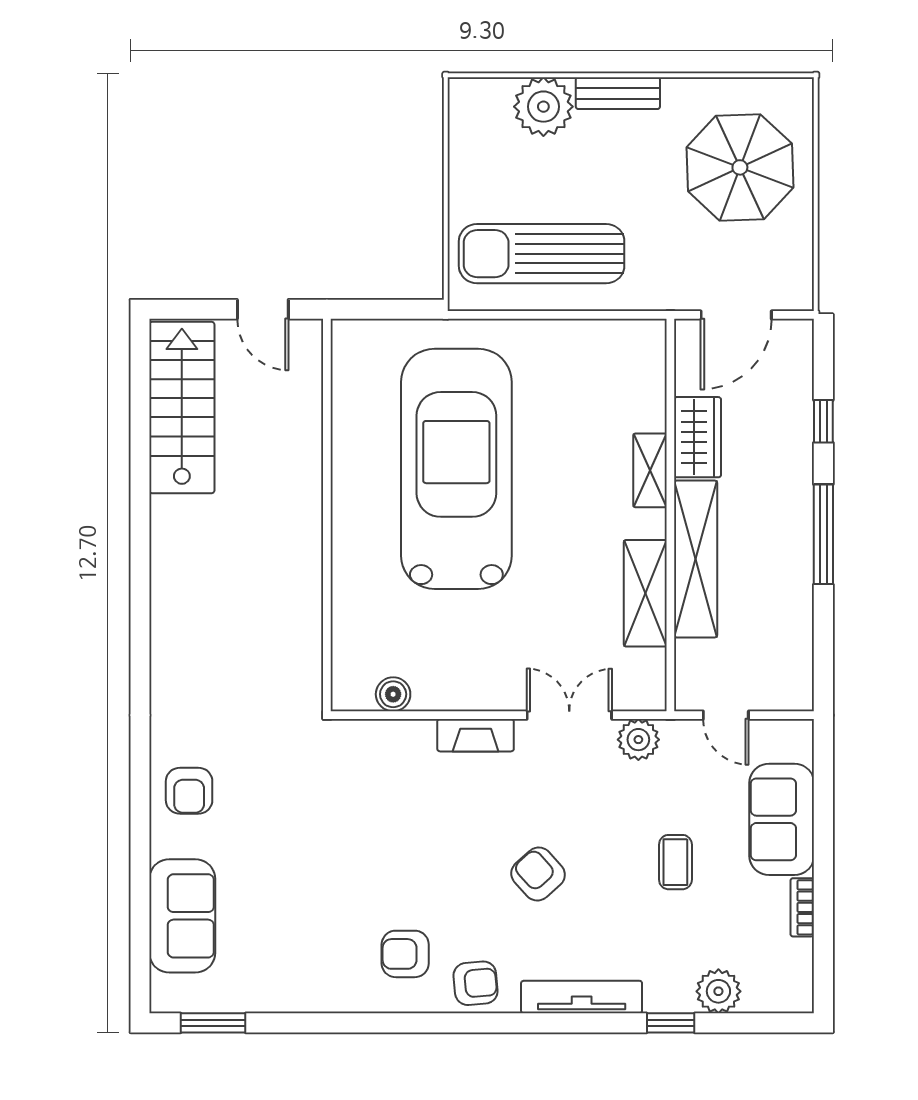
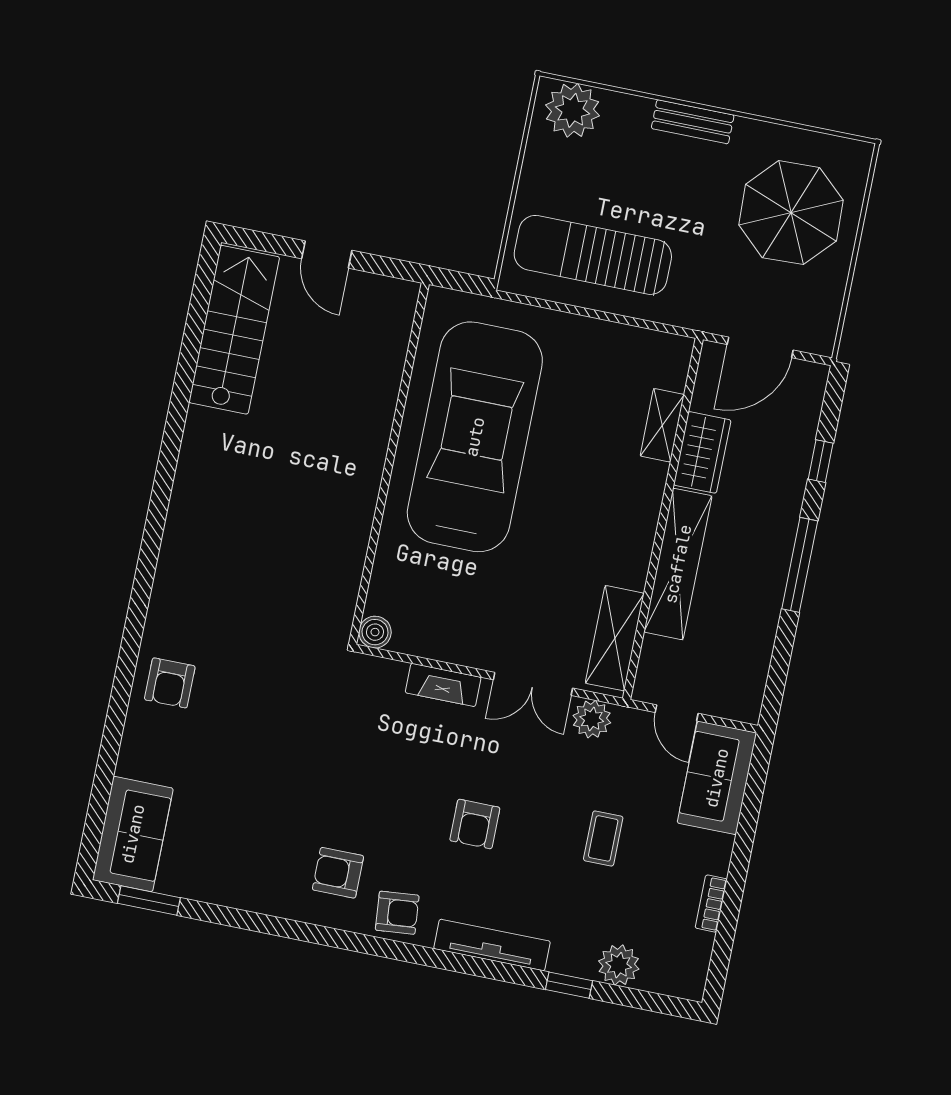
plant: (543, 107) -> (573, 110), moved
shelving: (650, 470) -> (662, 425), moved
wall: (327, 515) -> (389, 464), moved
shelving: (645, 593) -> (615, 638), moved
double door: (569, 715) -> (533, 684), swing flipped
sofa: (782, 819) -> (717, 778), moved
armchair: (538, 874) -> (475, 824), turned -138
sofa: (182, 916) -> (133, 834), moved

